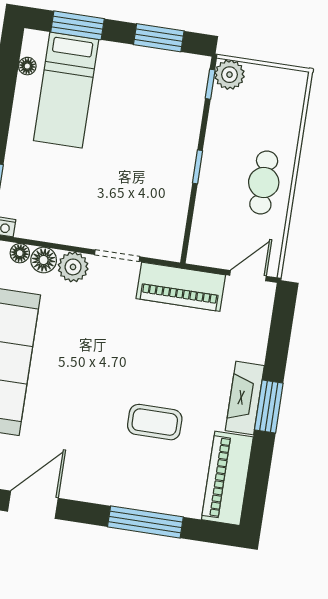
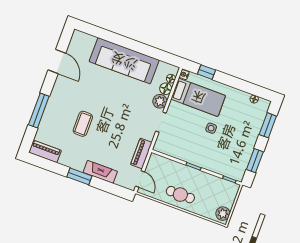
plant: (229, 75) -> (223, 214), moved
bed: (66, 90) -> (198, 97), moved, turned 180
side table: (108, 146) -> (211, 128), added
piano: (181, 287) -> (141, 153), width x0.73, depth x0.75
fireplace: (245, 398) -> (100, 172), moved
piano: (227, 478) -> (45, 151), width x0.73, depth x0.75

